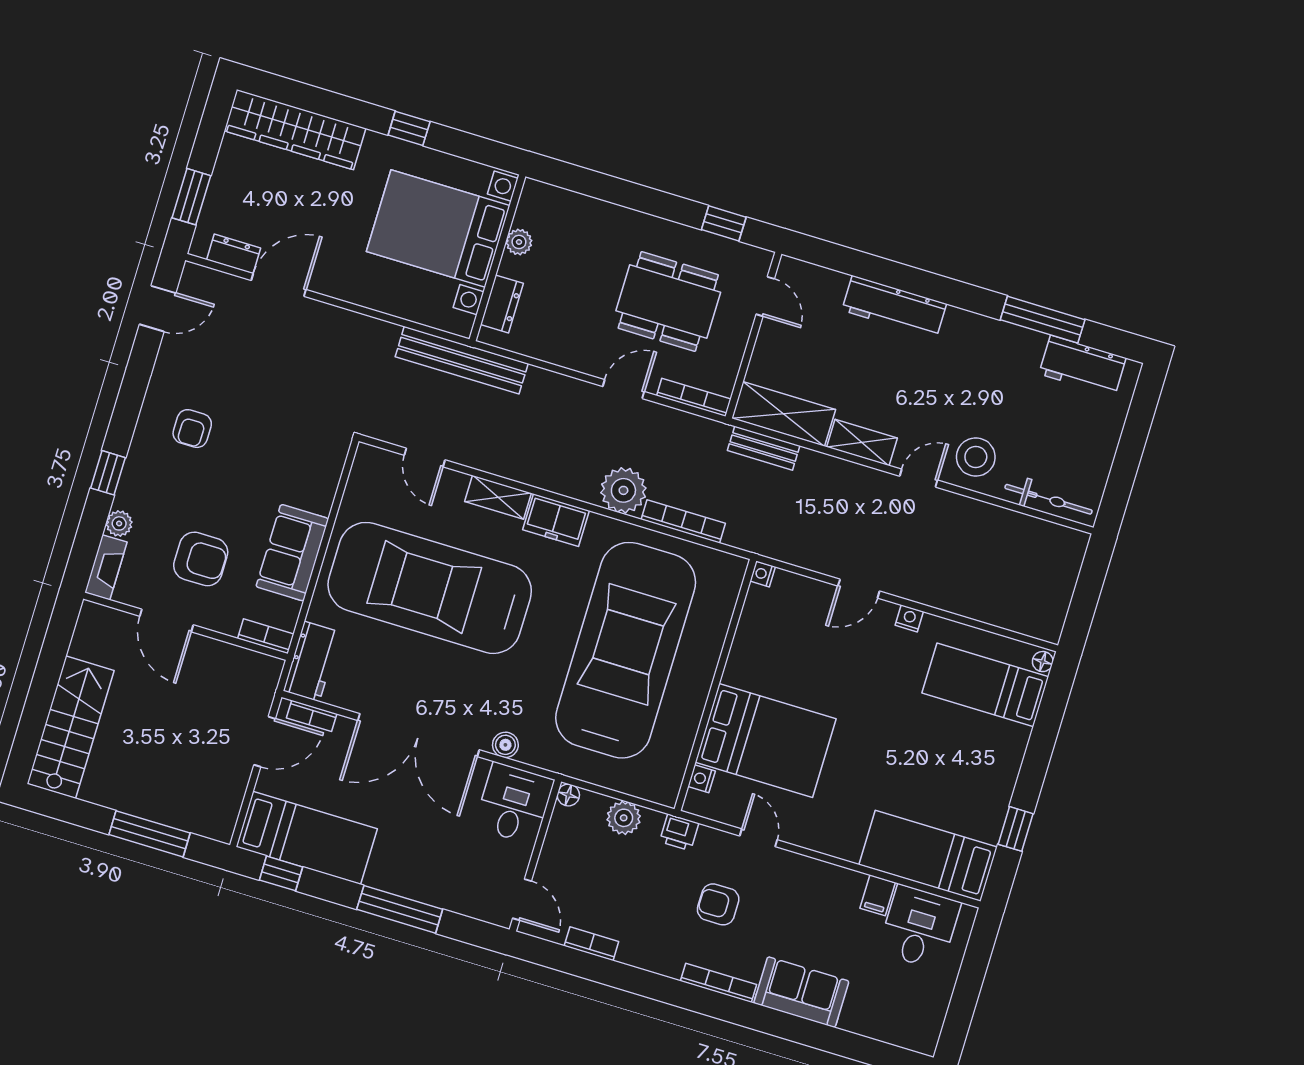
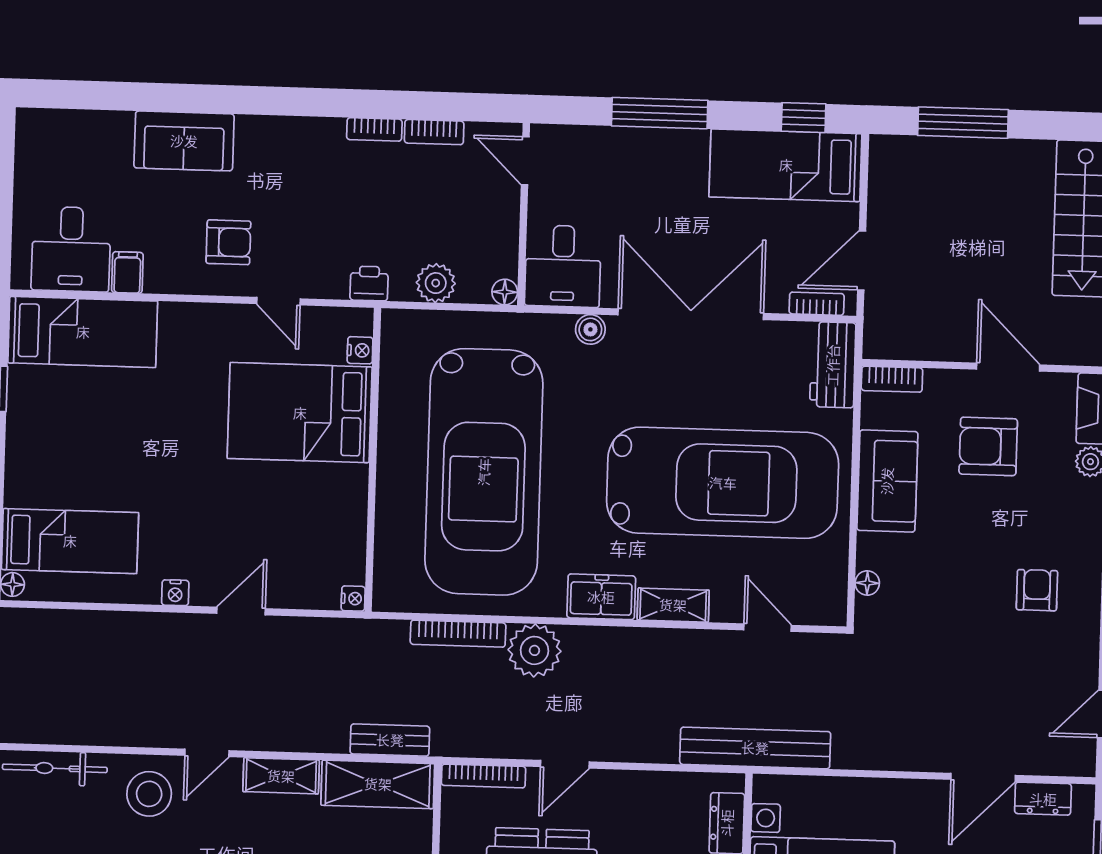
floor lamp: (332, 472) -> (867, 583), added
armchair: (718, 904) -> (228, 242), moved
bookcase: (719, 983) -> (374, 129), moved, width x0.64

